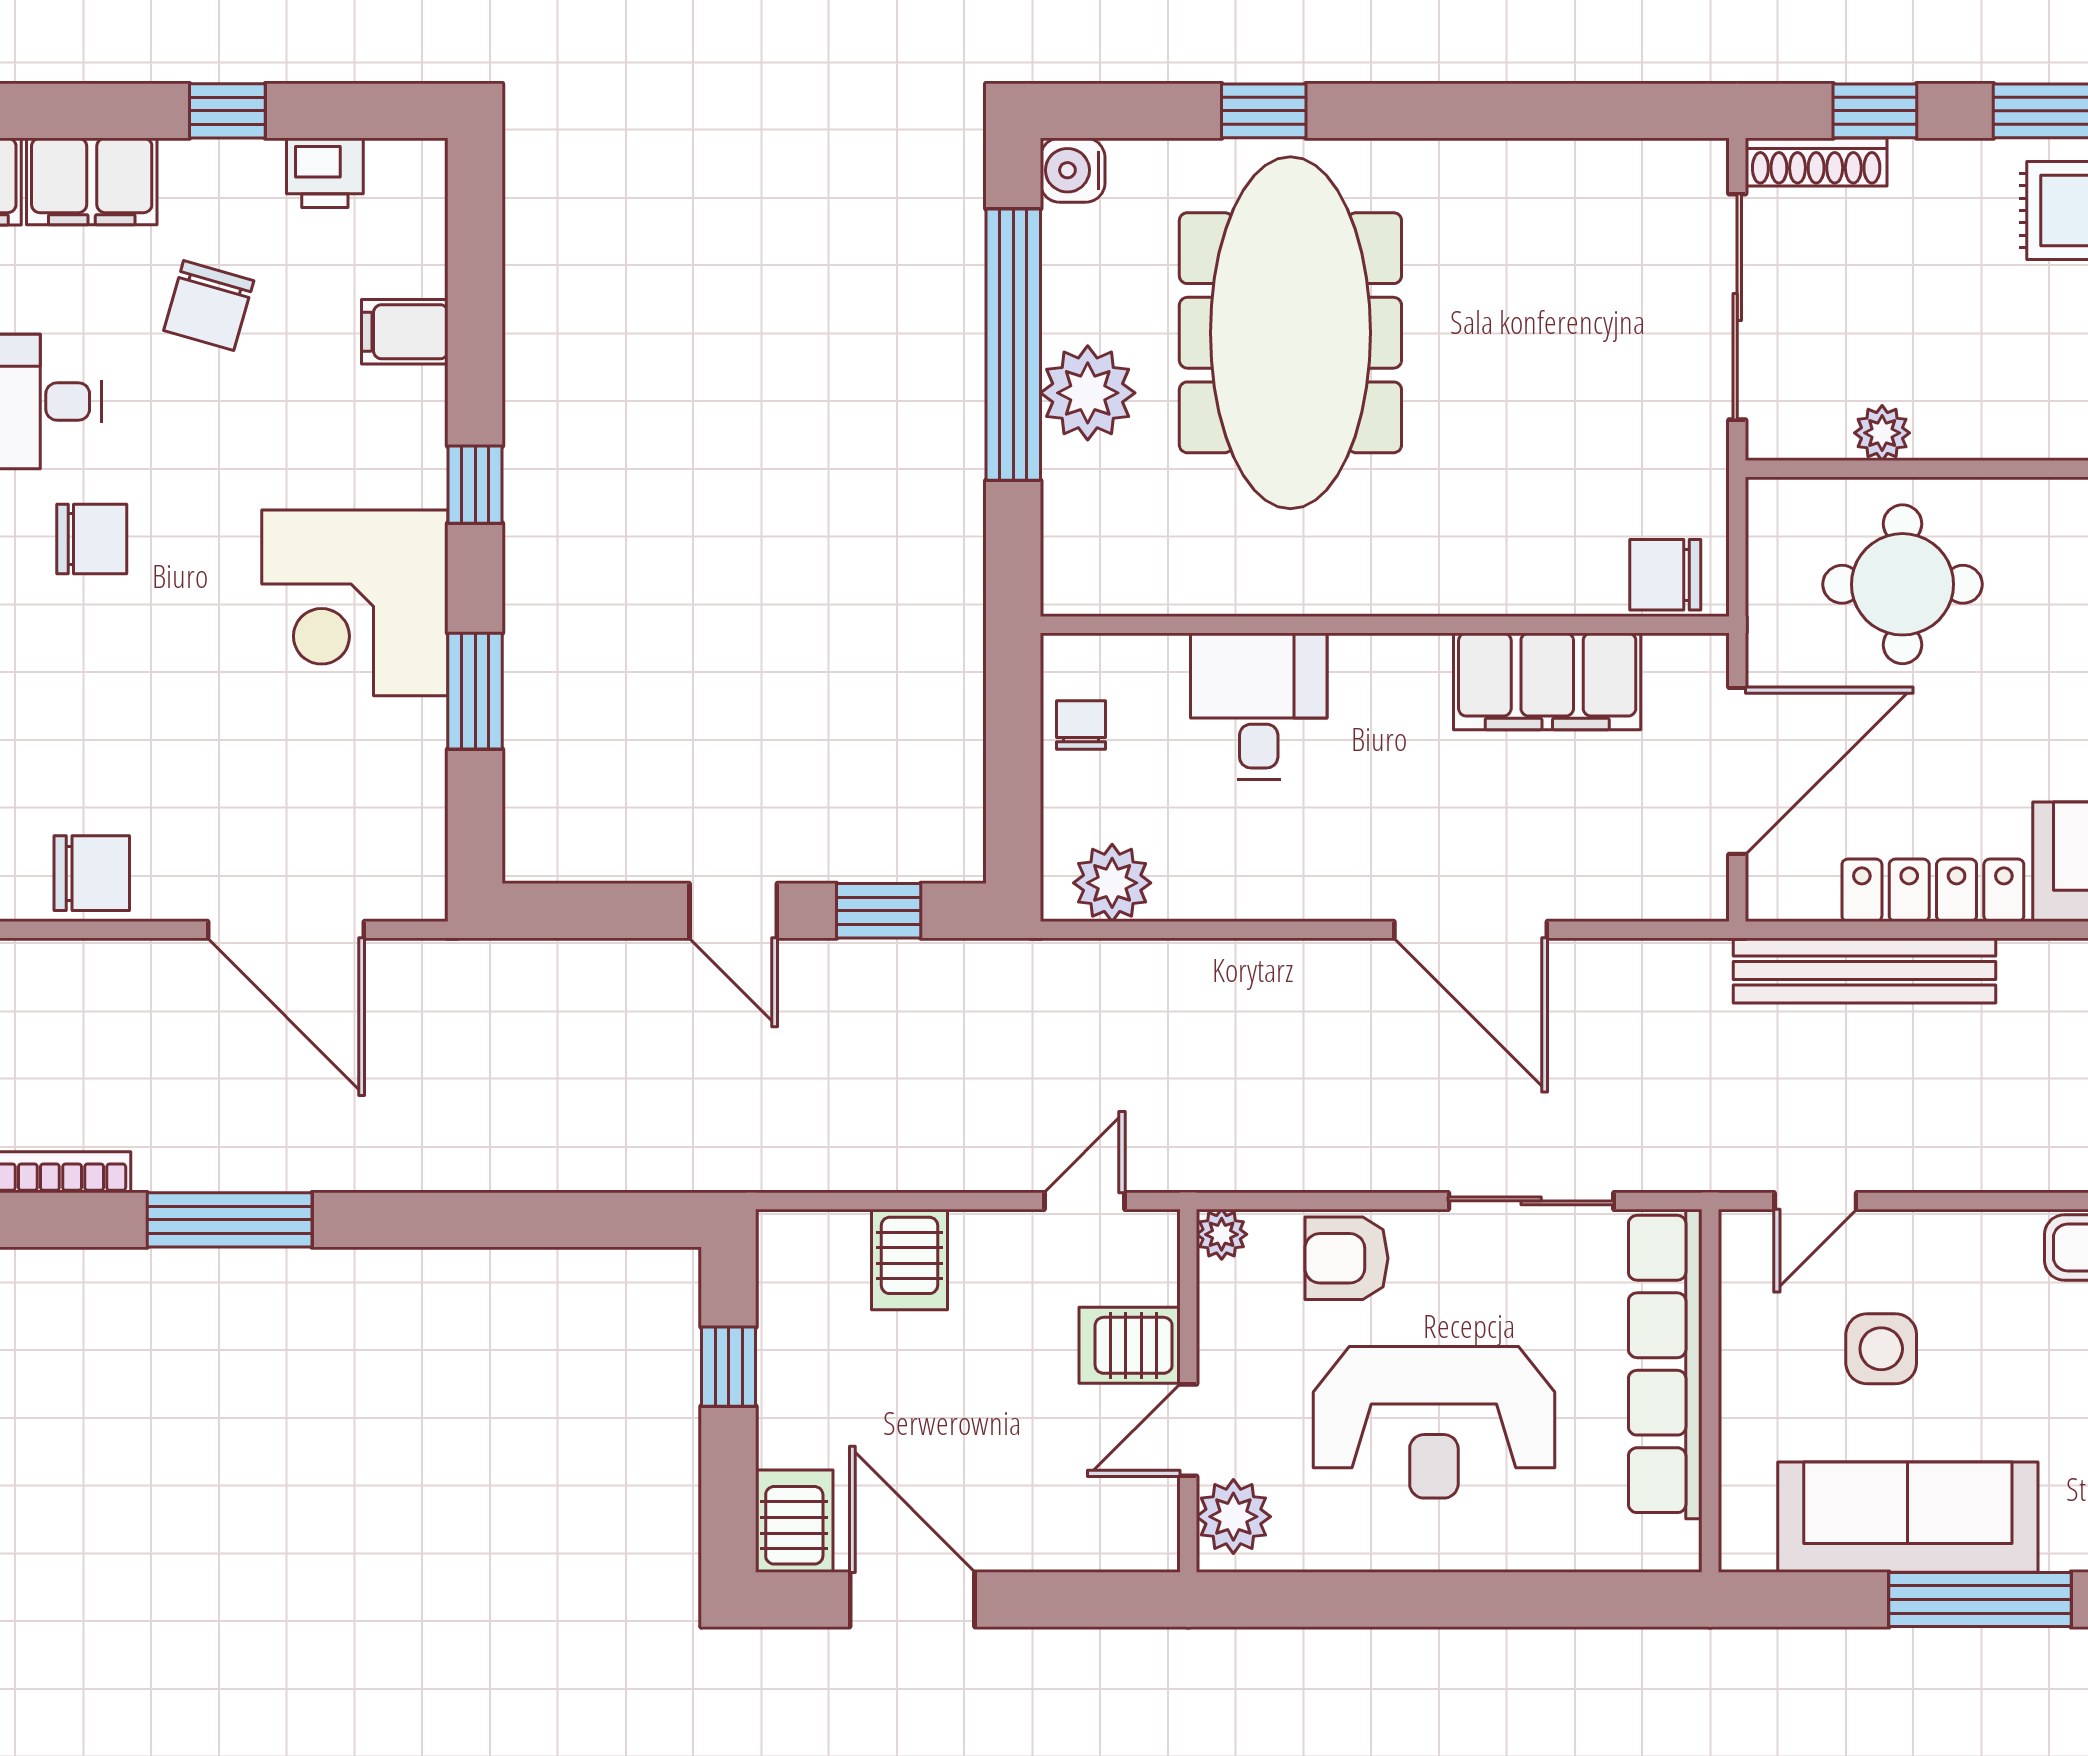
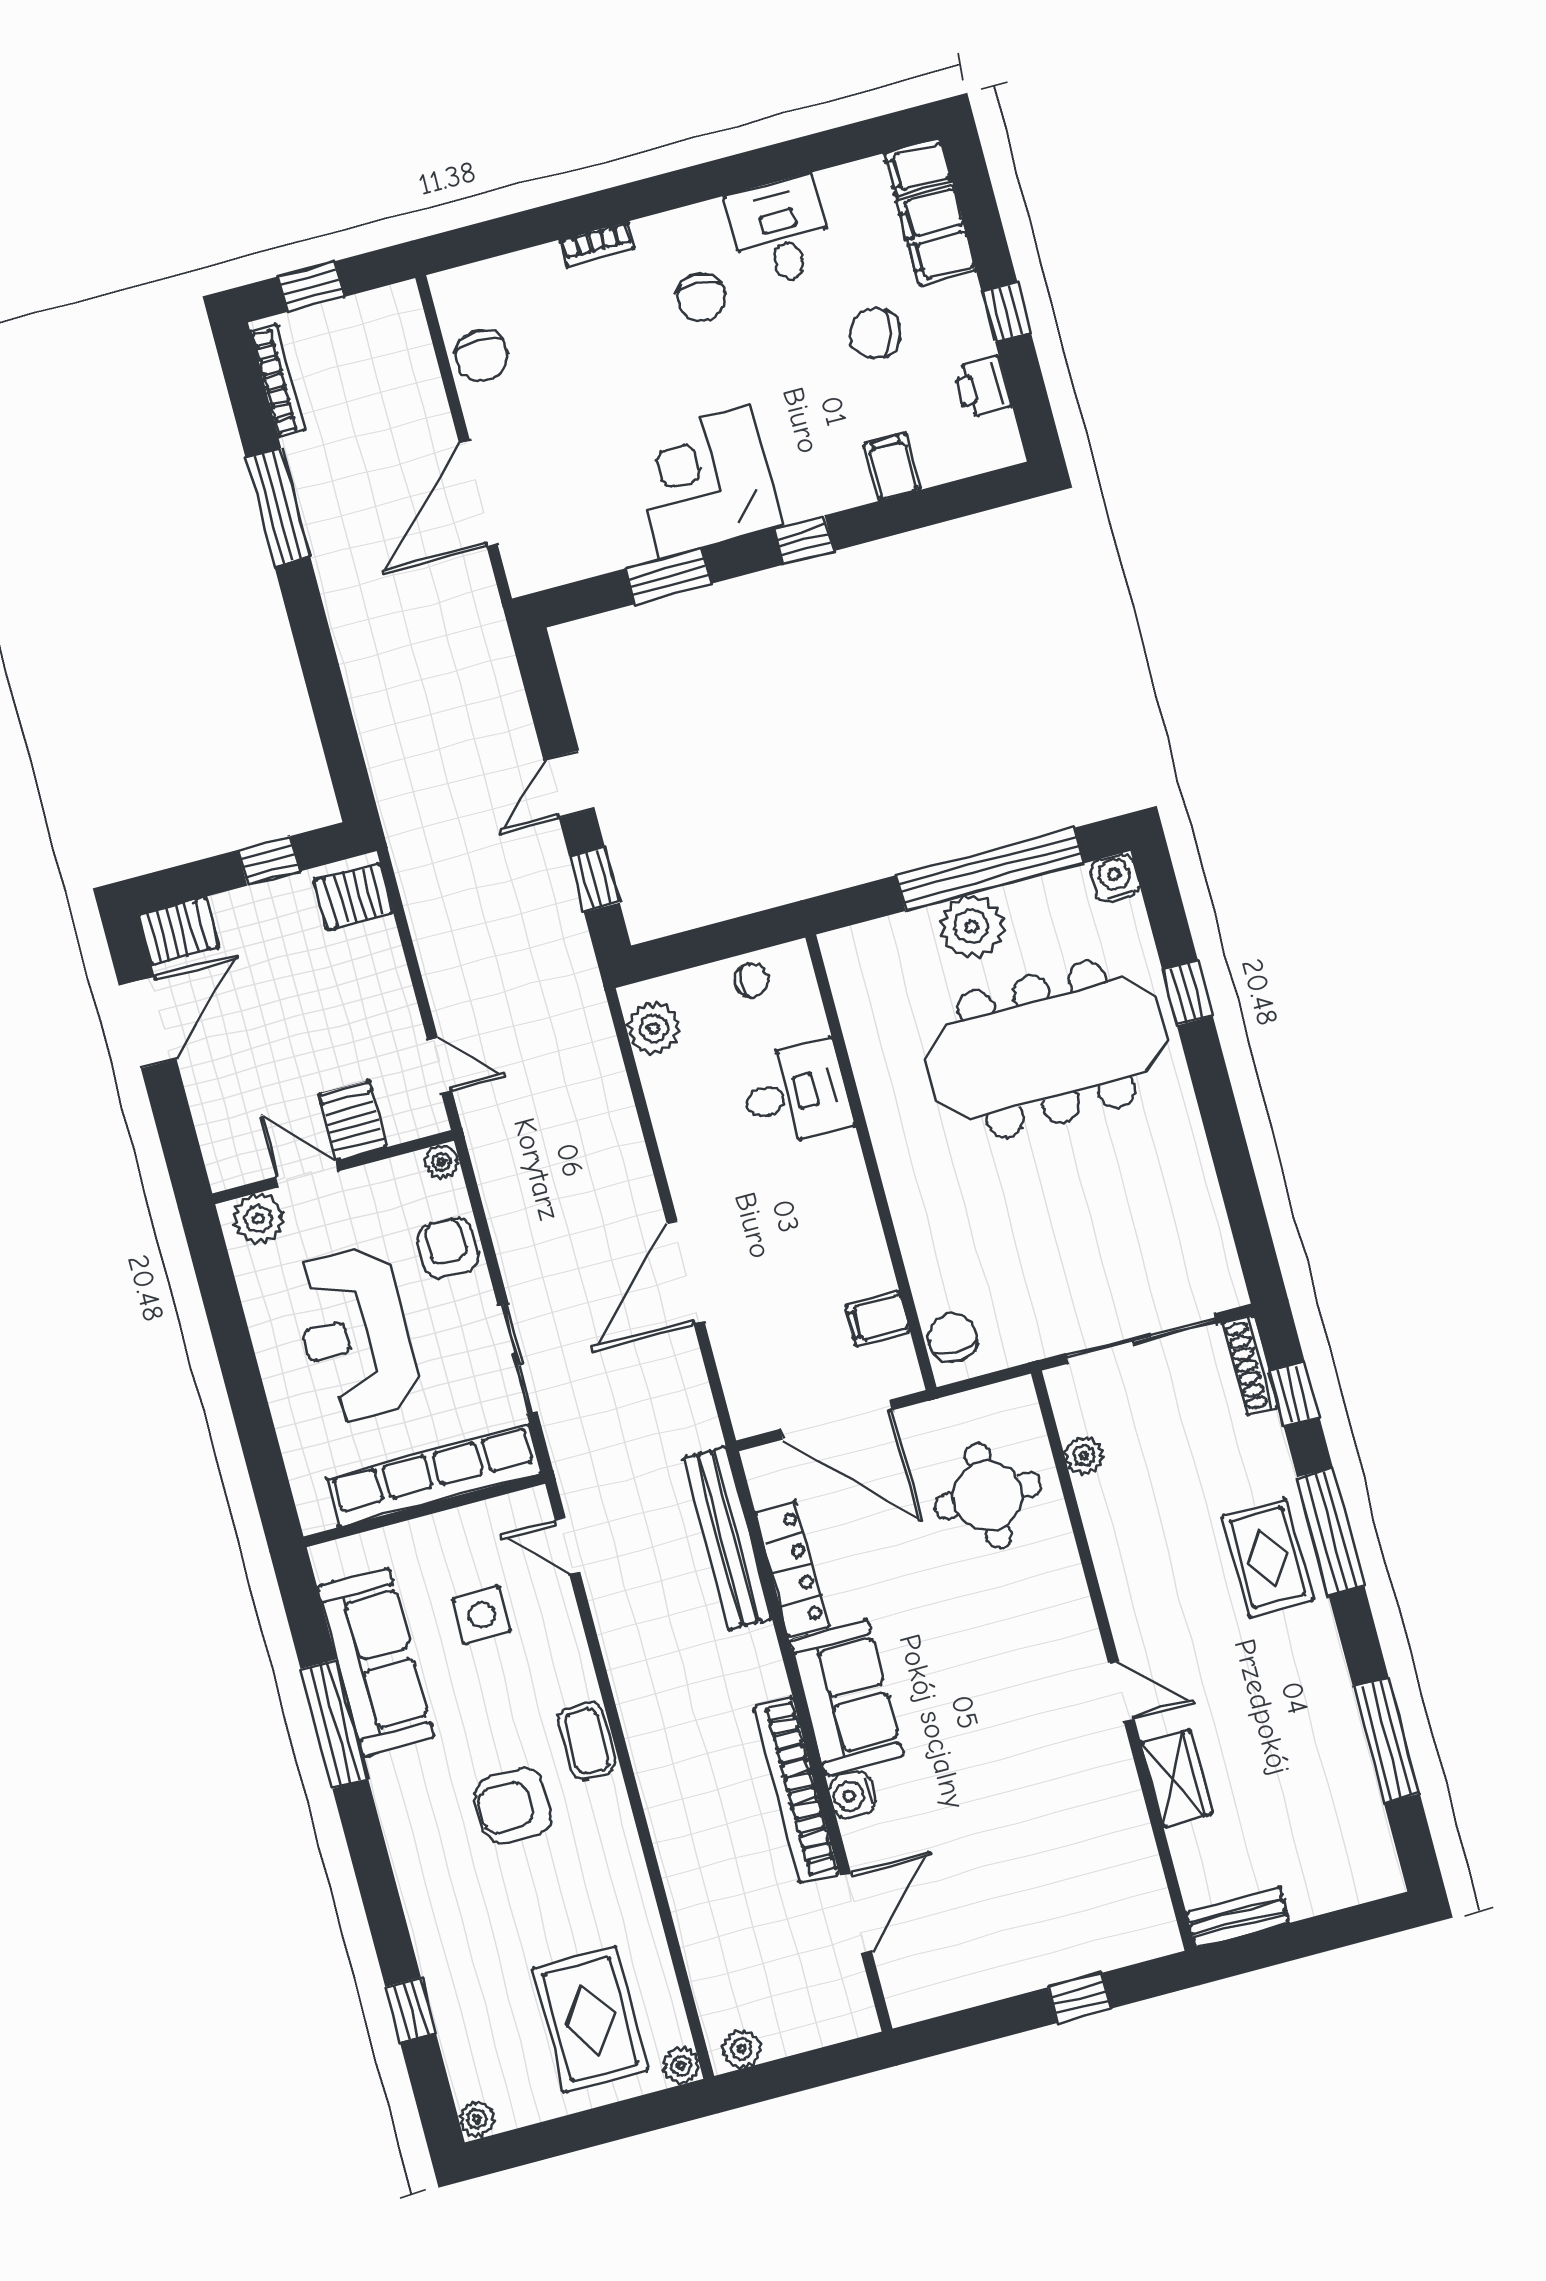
filing cabinet: (1547, 681) -> (878, 1319), width x0.33, depth x0.86
server rack: (910, 1259) -> (353, 896), moved

